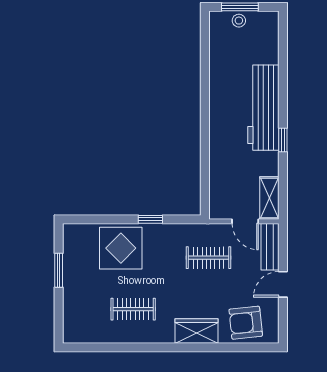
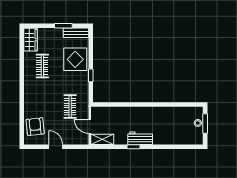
workbench: (263, 108) -> (140, 138), width x0.53, depth x0.76
door: (245, 221) -> (90, 126), hinge flipped
bench: (270, 247) -> (76, 33), moved
wardrobe: (196, 331) -> (31, 40), moved

